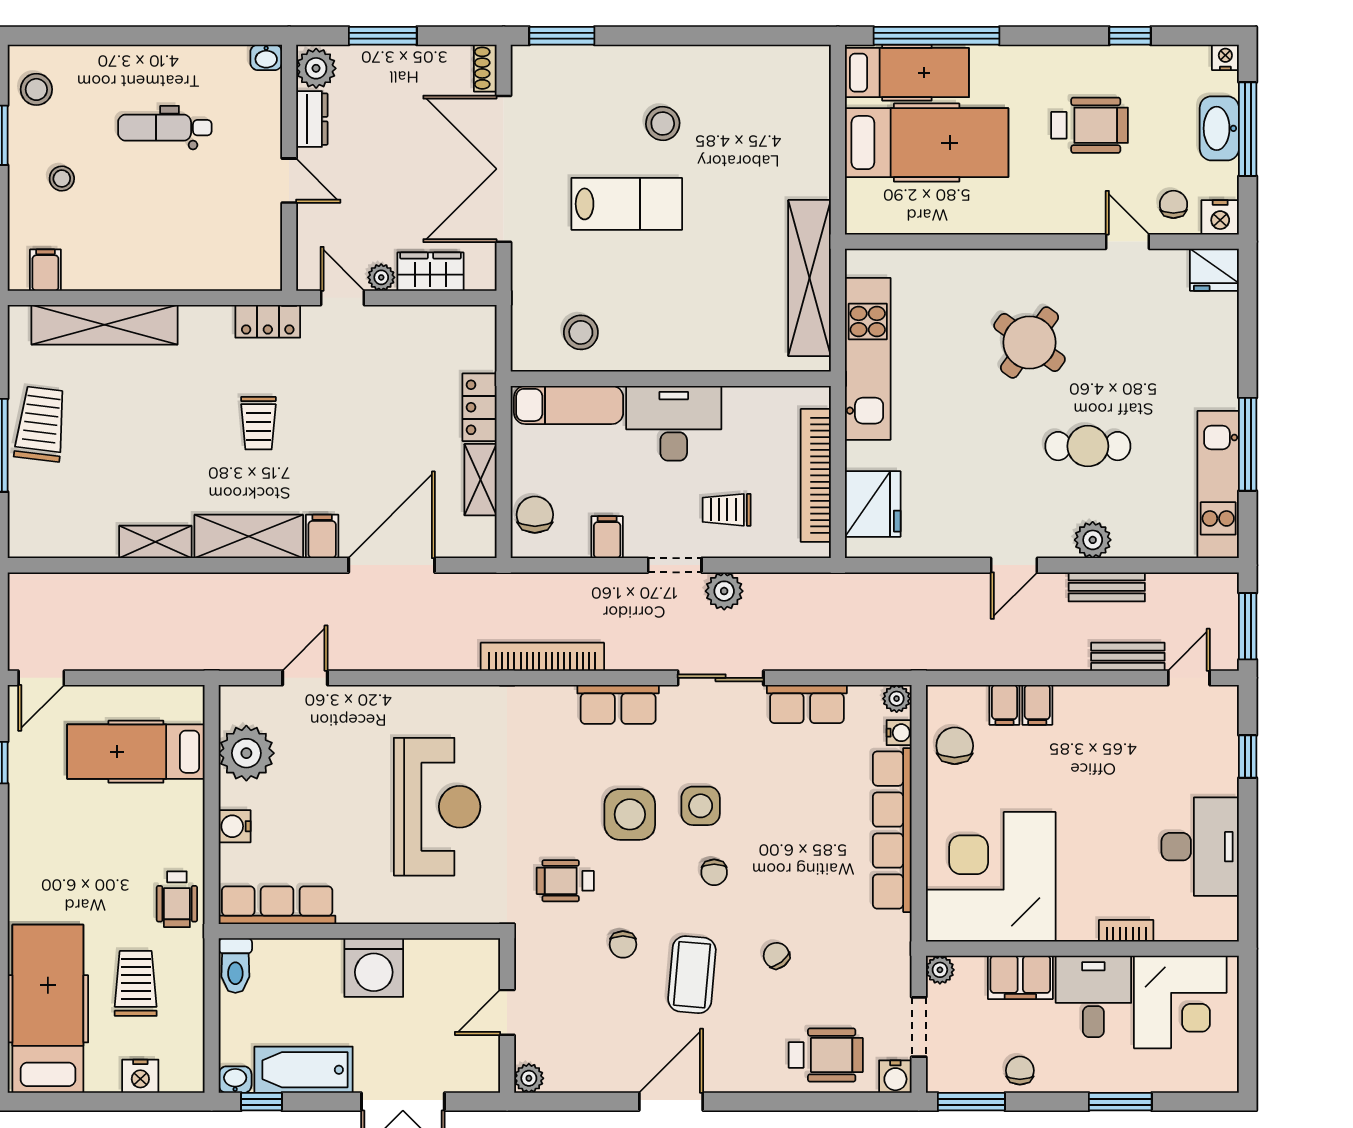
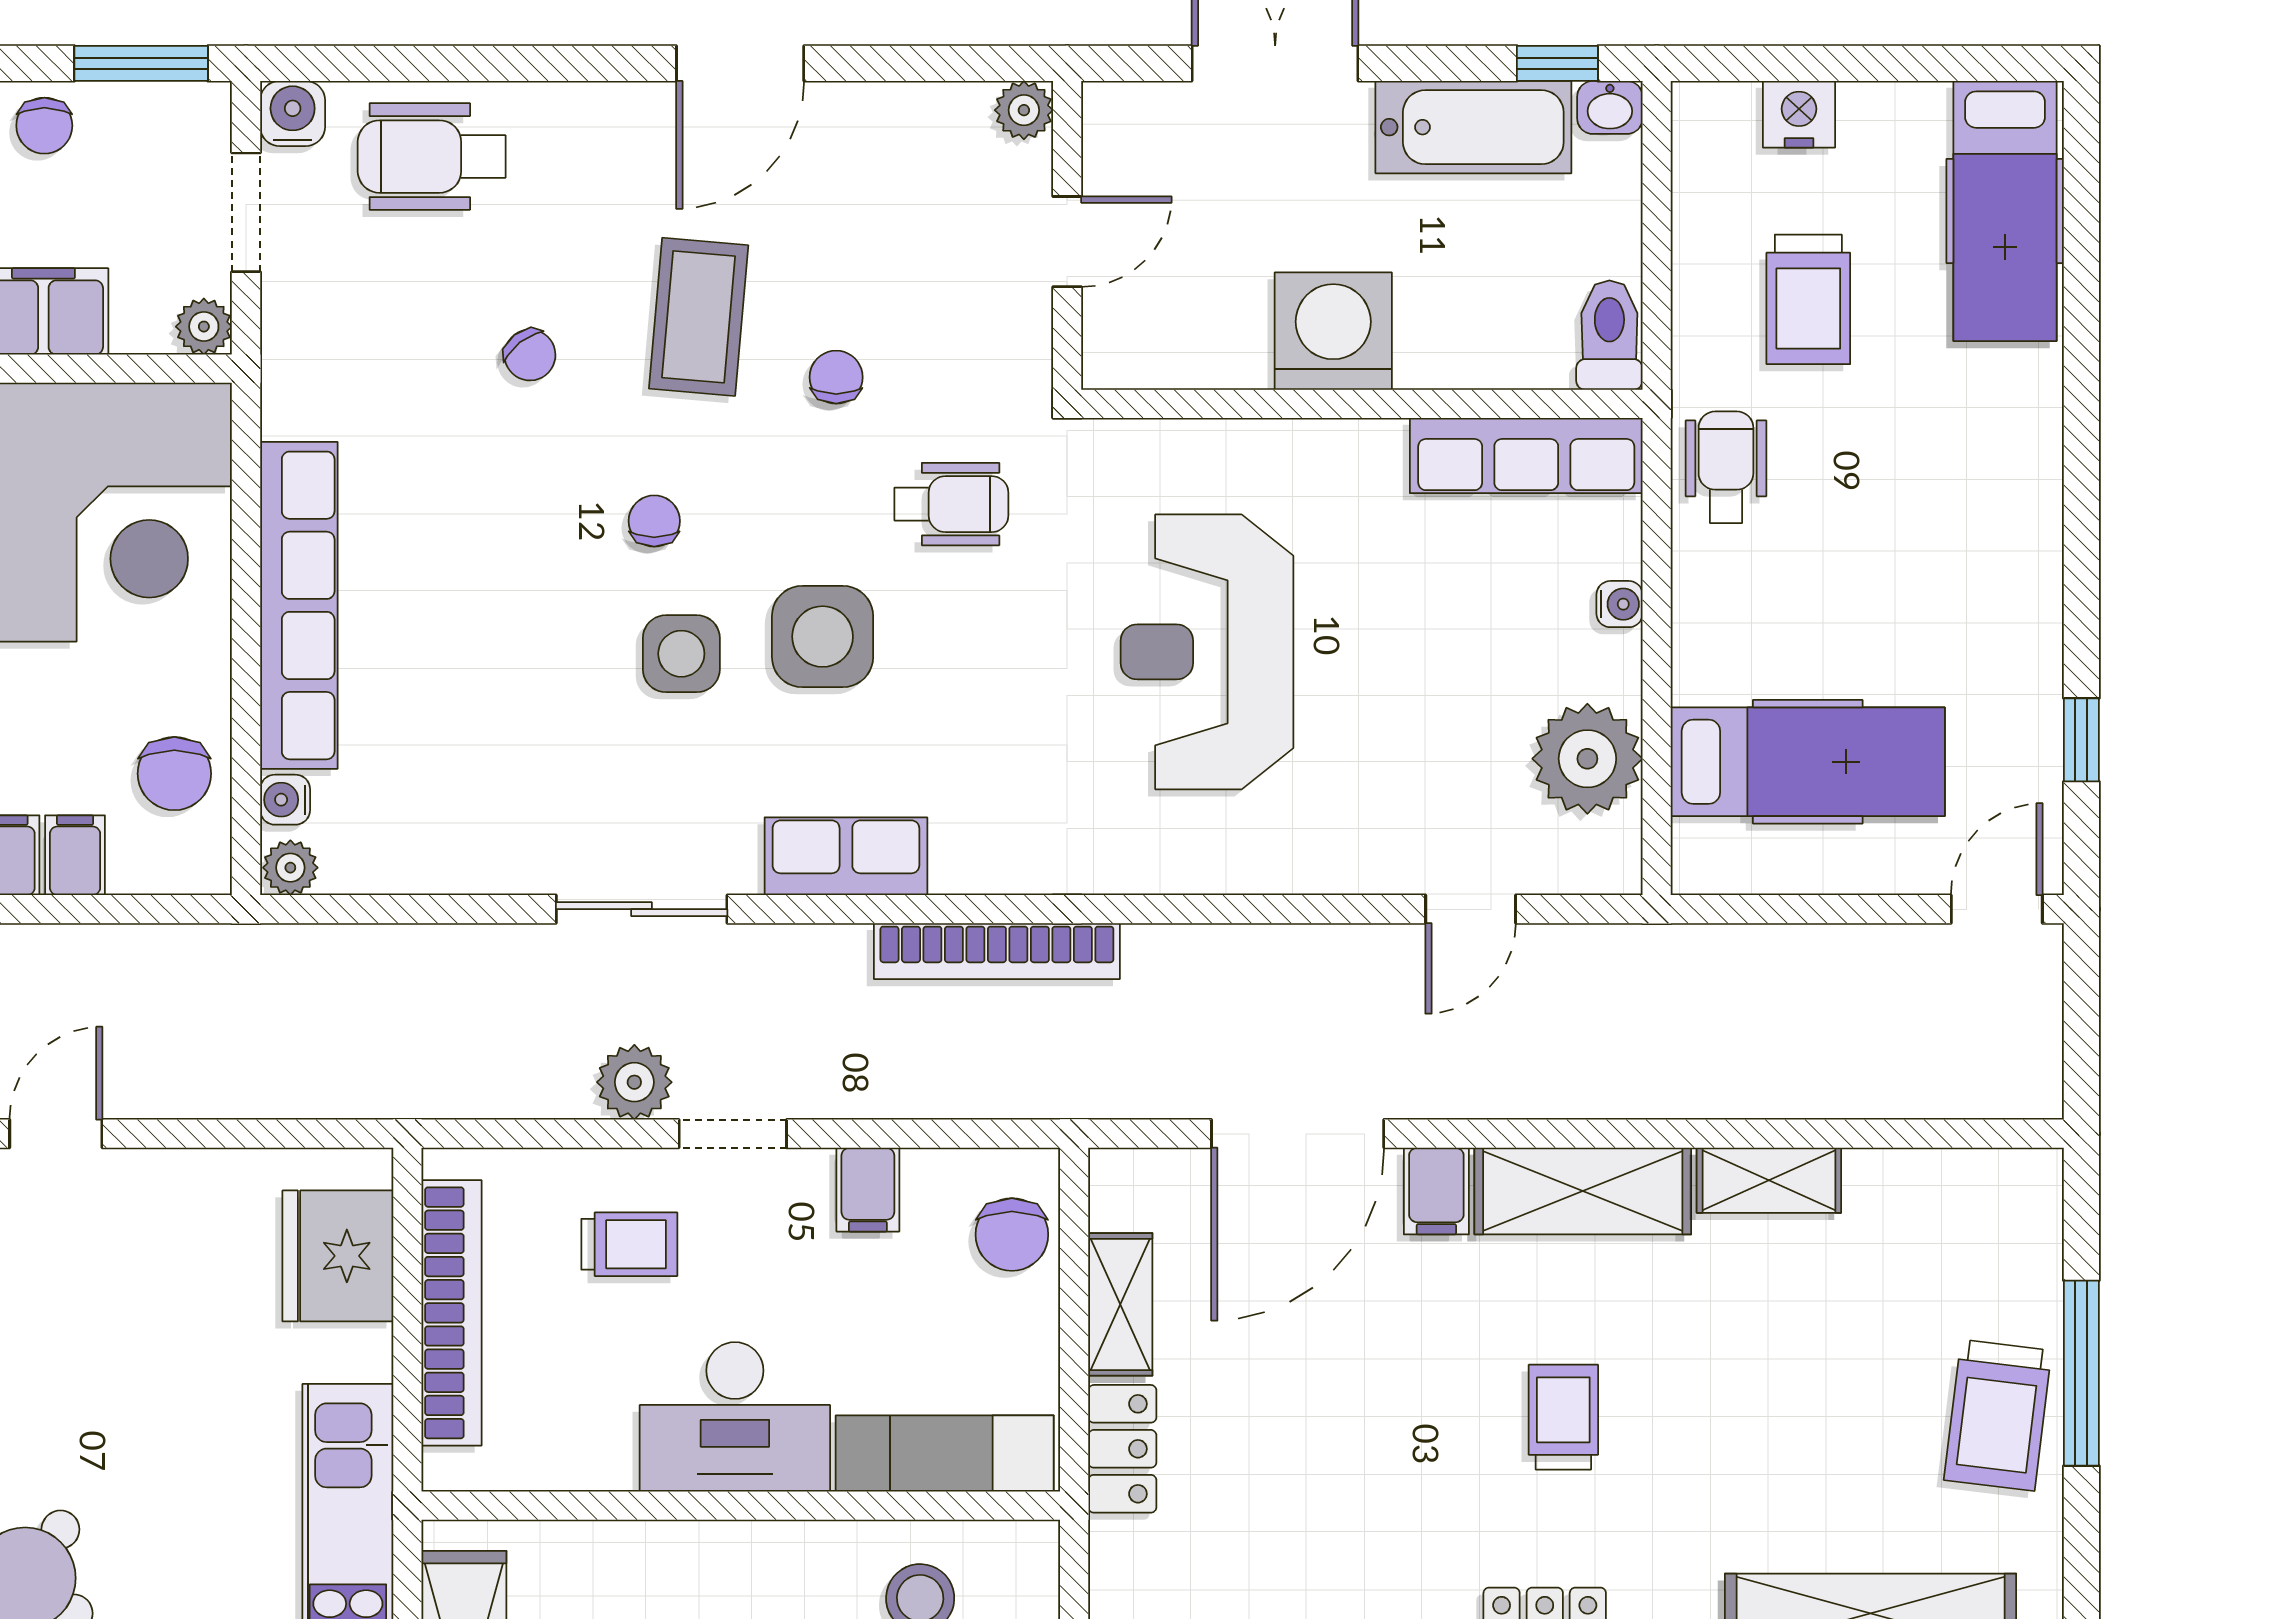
row of seats: (807, 704) -> (469, 857), removed
water cooler: (235, 826) -> (1620, 604), width x0.72, depth x0.72
hospital bed: (48, 1009) -> (2005, 211), width x0.73, depth x0.78

